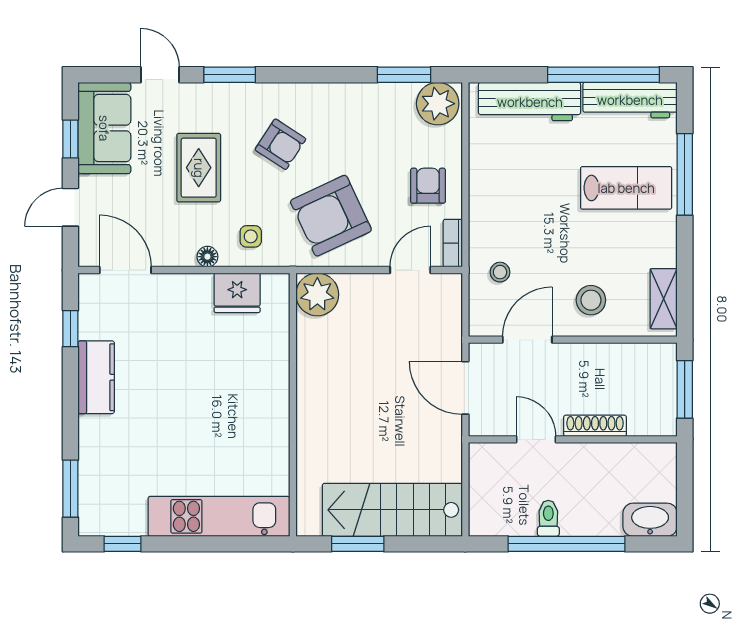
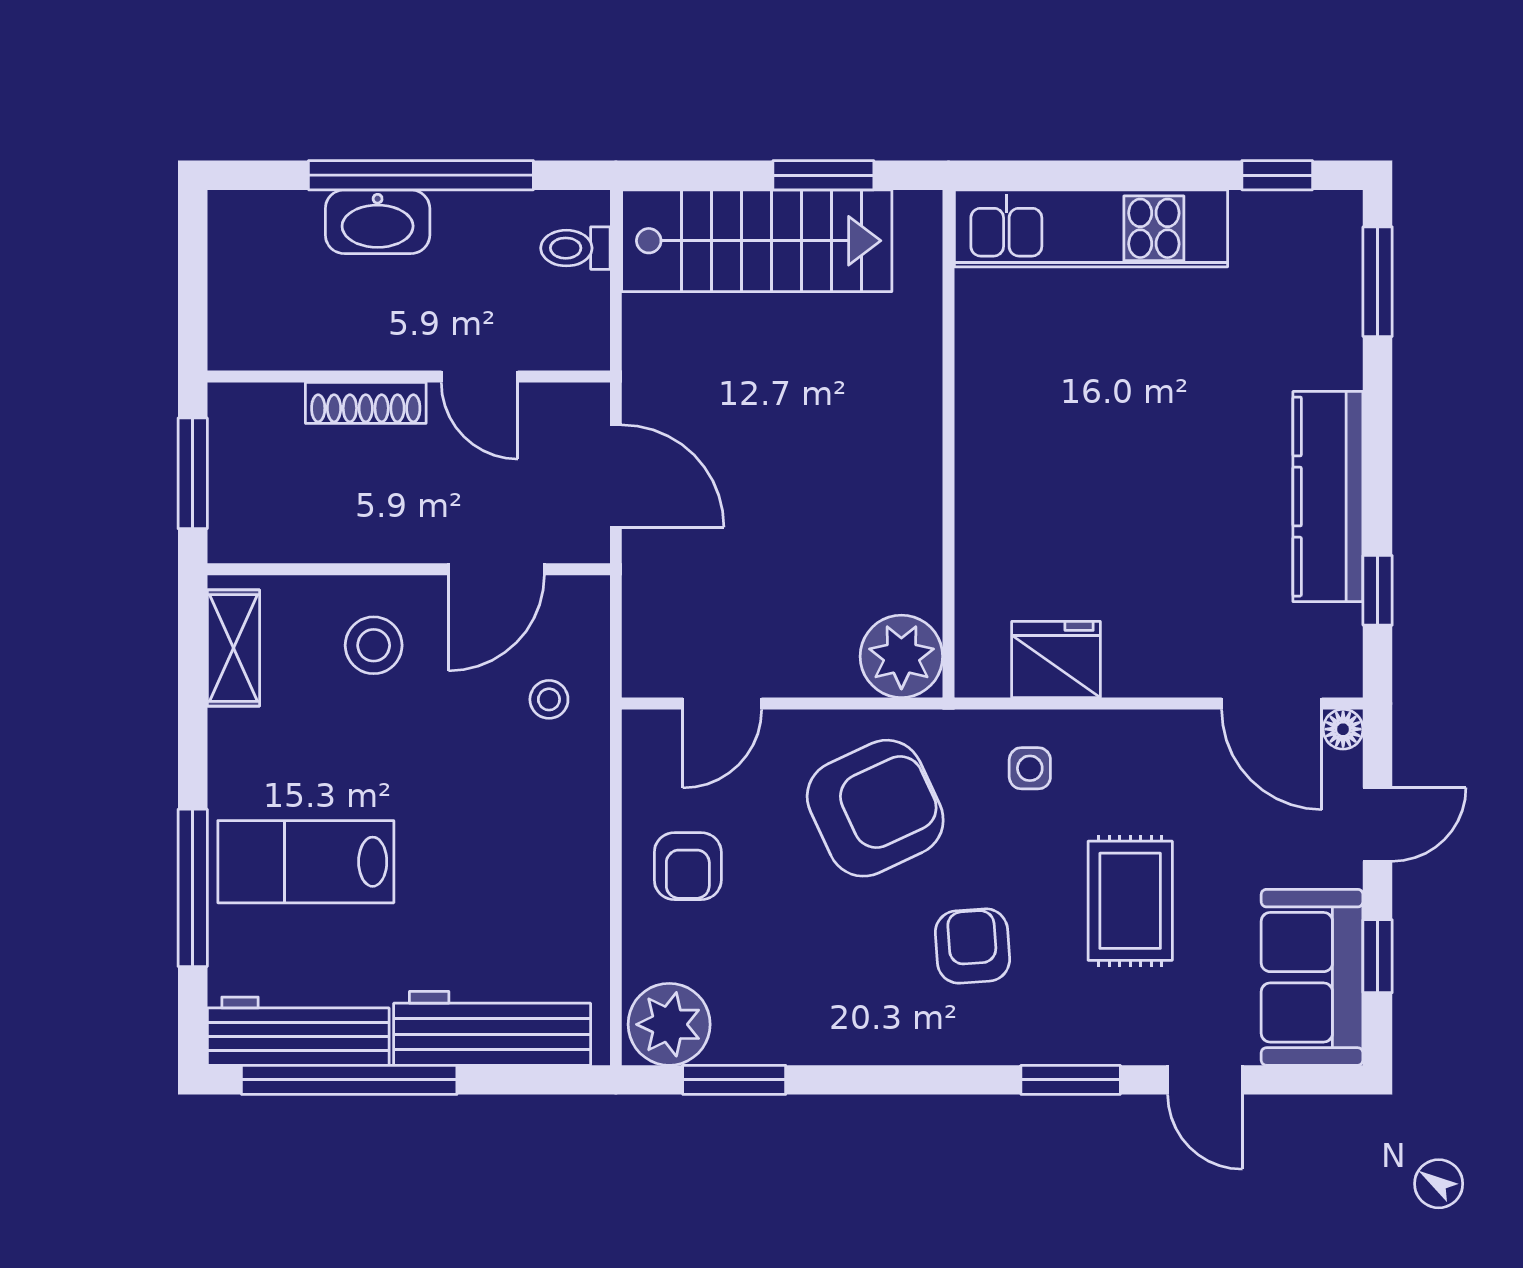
armchair: (280, 144) -> (972, 946), turned 53
bookcase: (453, 243) -> (640, 755), removed
floor lamp: (207, 257) -> (1343, 729), moved
kitchen counter: (96, 377) -> (1328, 497), width x1.50
toilet: (548, 518) -> (575, 248), moved, turned 90
washbasin: (650, 520) -> (378, 222), moved

